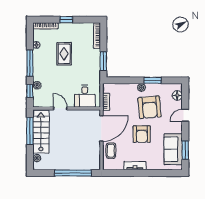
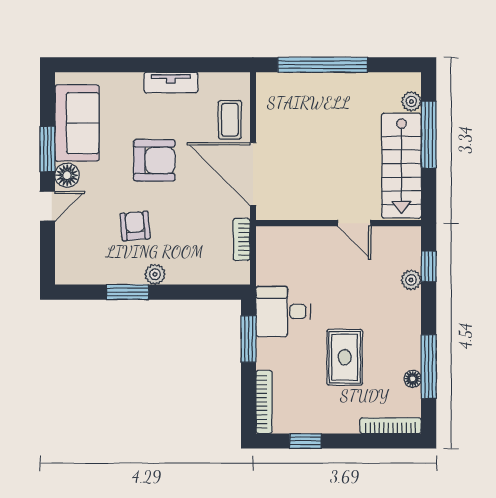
window: (66, 20) -> (305, 441), moved
window: (30, 63) -> (429, 367), moved
floor lamp: (177, 95) -> (67, 175), moved
desk: (85, 96) -> (283, 312), moved, turned -90
armchair: (150, 107) -> (135, 226), width x0.53, depth x0.53
door: (101, 128) -> (253, 174), hinge flipped
window: (30, 131) -> (429, 135), moved
armchair: (142, 134) -> (154, 160), turned 90
window: (185, 150) -> (48, 149), moved

